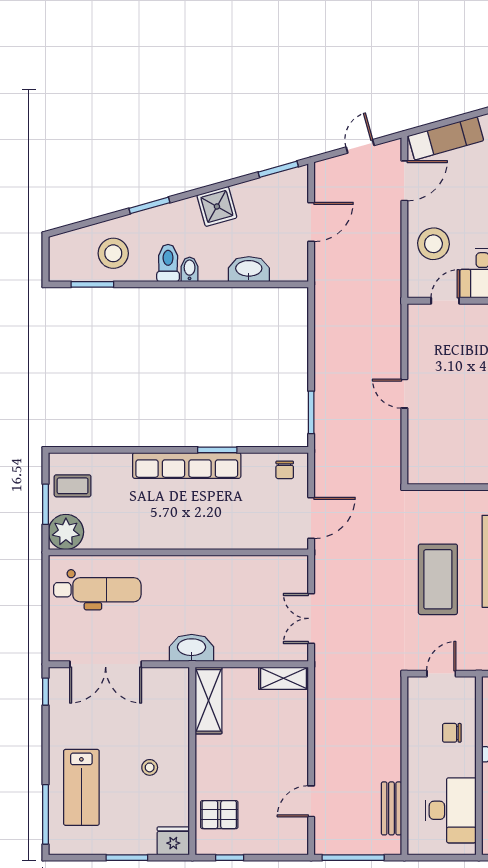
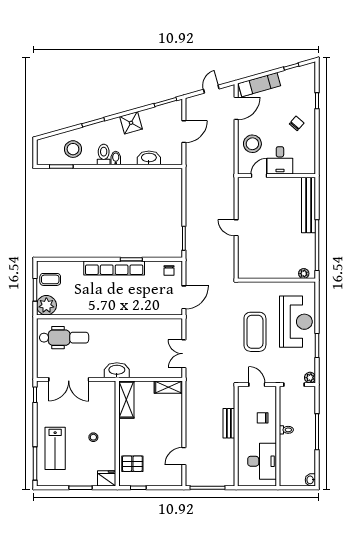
door: (441, 674) -> (257, 385), hinge flipped
bench: (391, 808) -> (229, 423), moved

